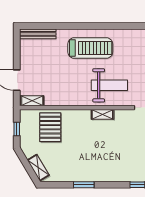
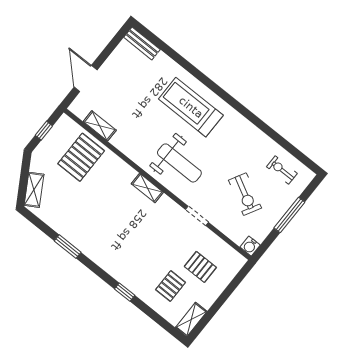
bench: (38, 34) -> (142, 43), width x0.73
treadmill: (90, 48) -> (191, 107), turned 180
shelving: (32, 101) -> (100, 126), moved

